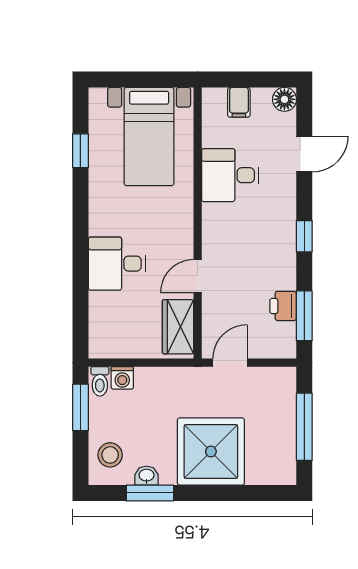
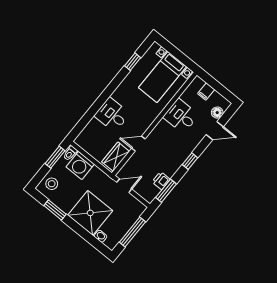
floor lamp: (284, 99) -> (217, 113), moved
washing machine: (122, 378) -> (80, 165), width x1.89, depth x1.89
washbasin: (146, 476) -> (101, 236), moved

